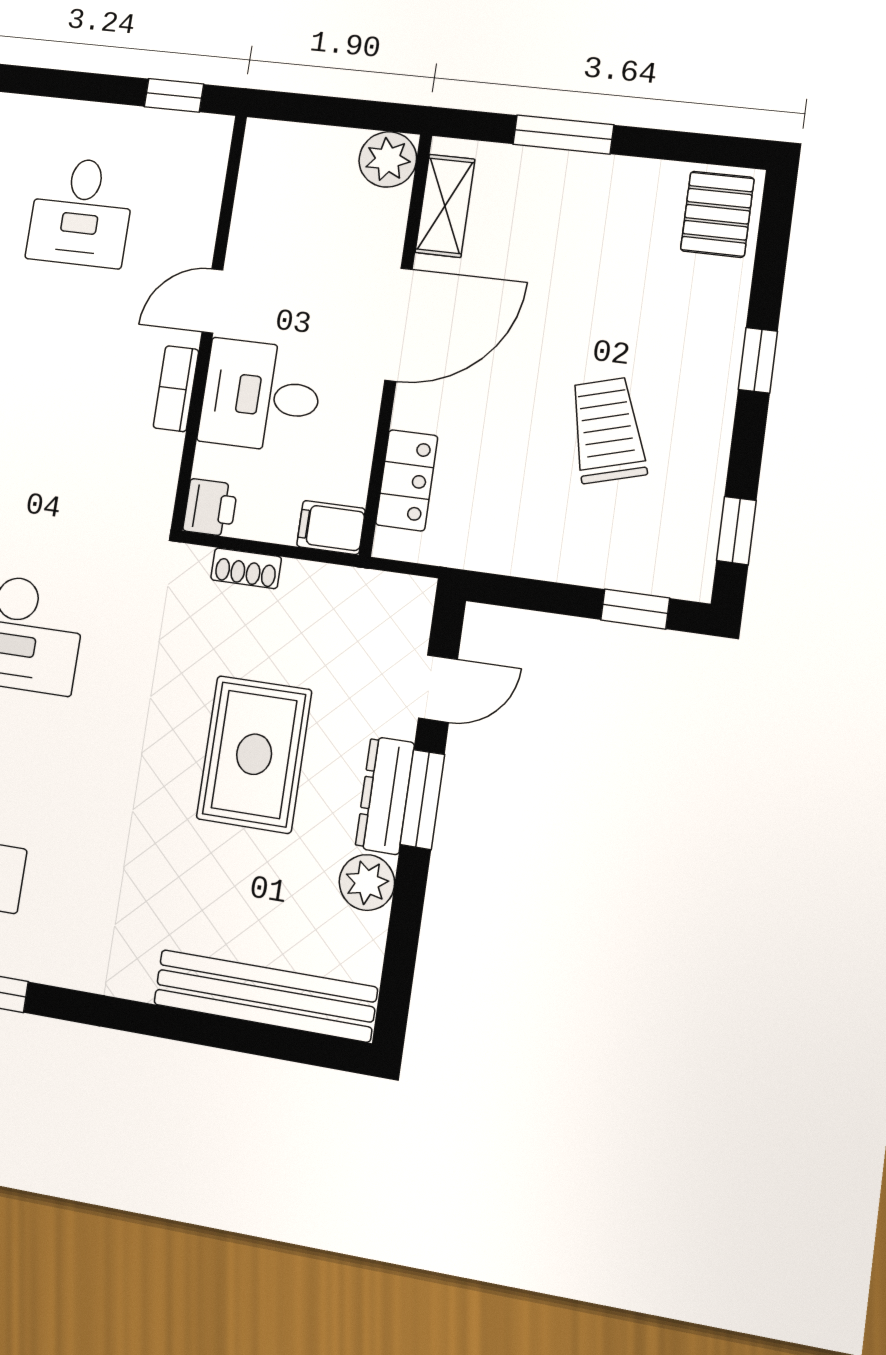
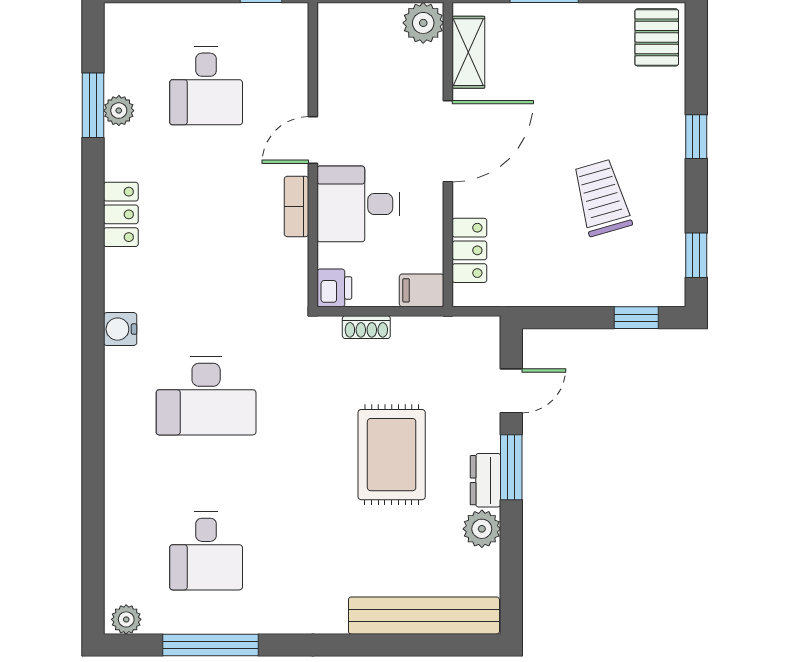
dresser: (385, 795) -> (485, 480), width x0.70

